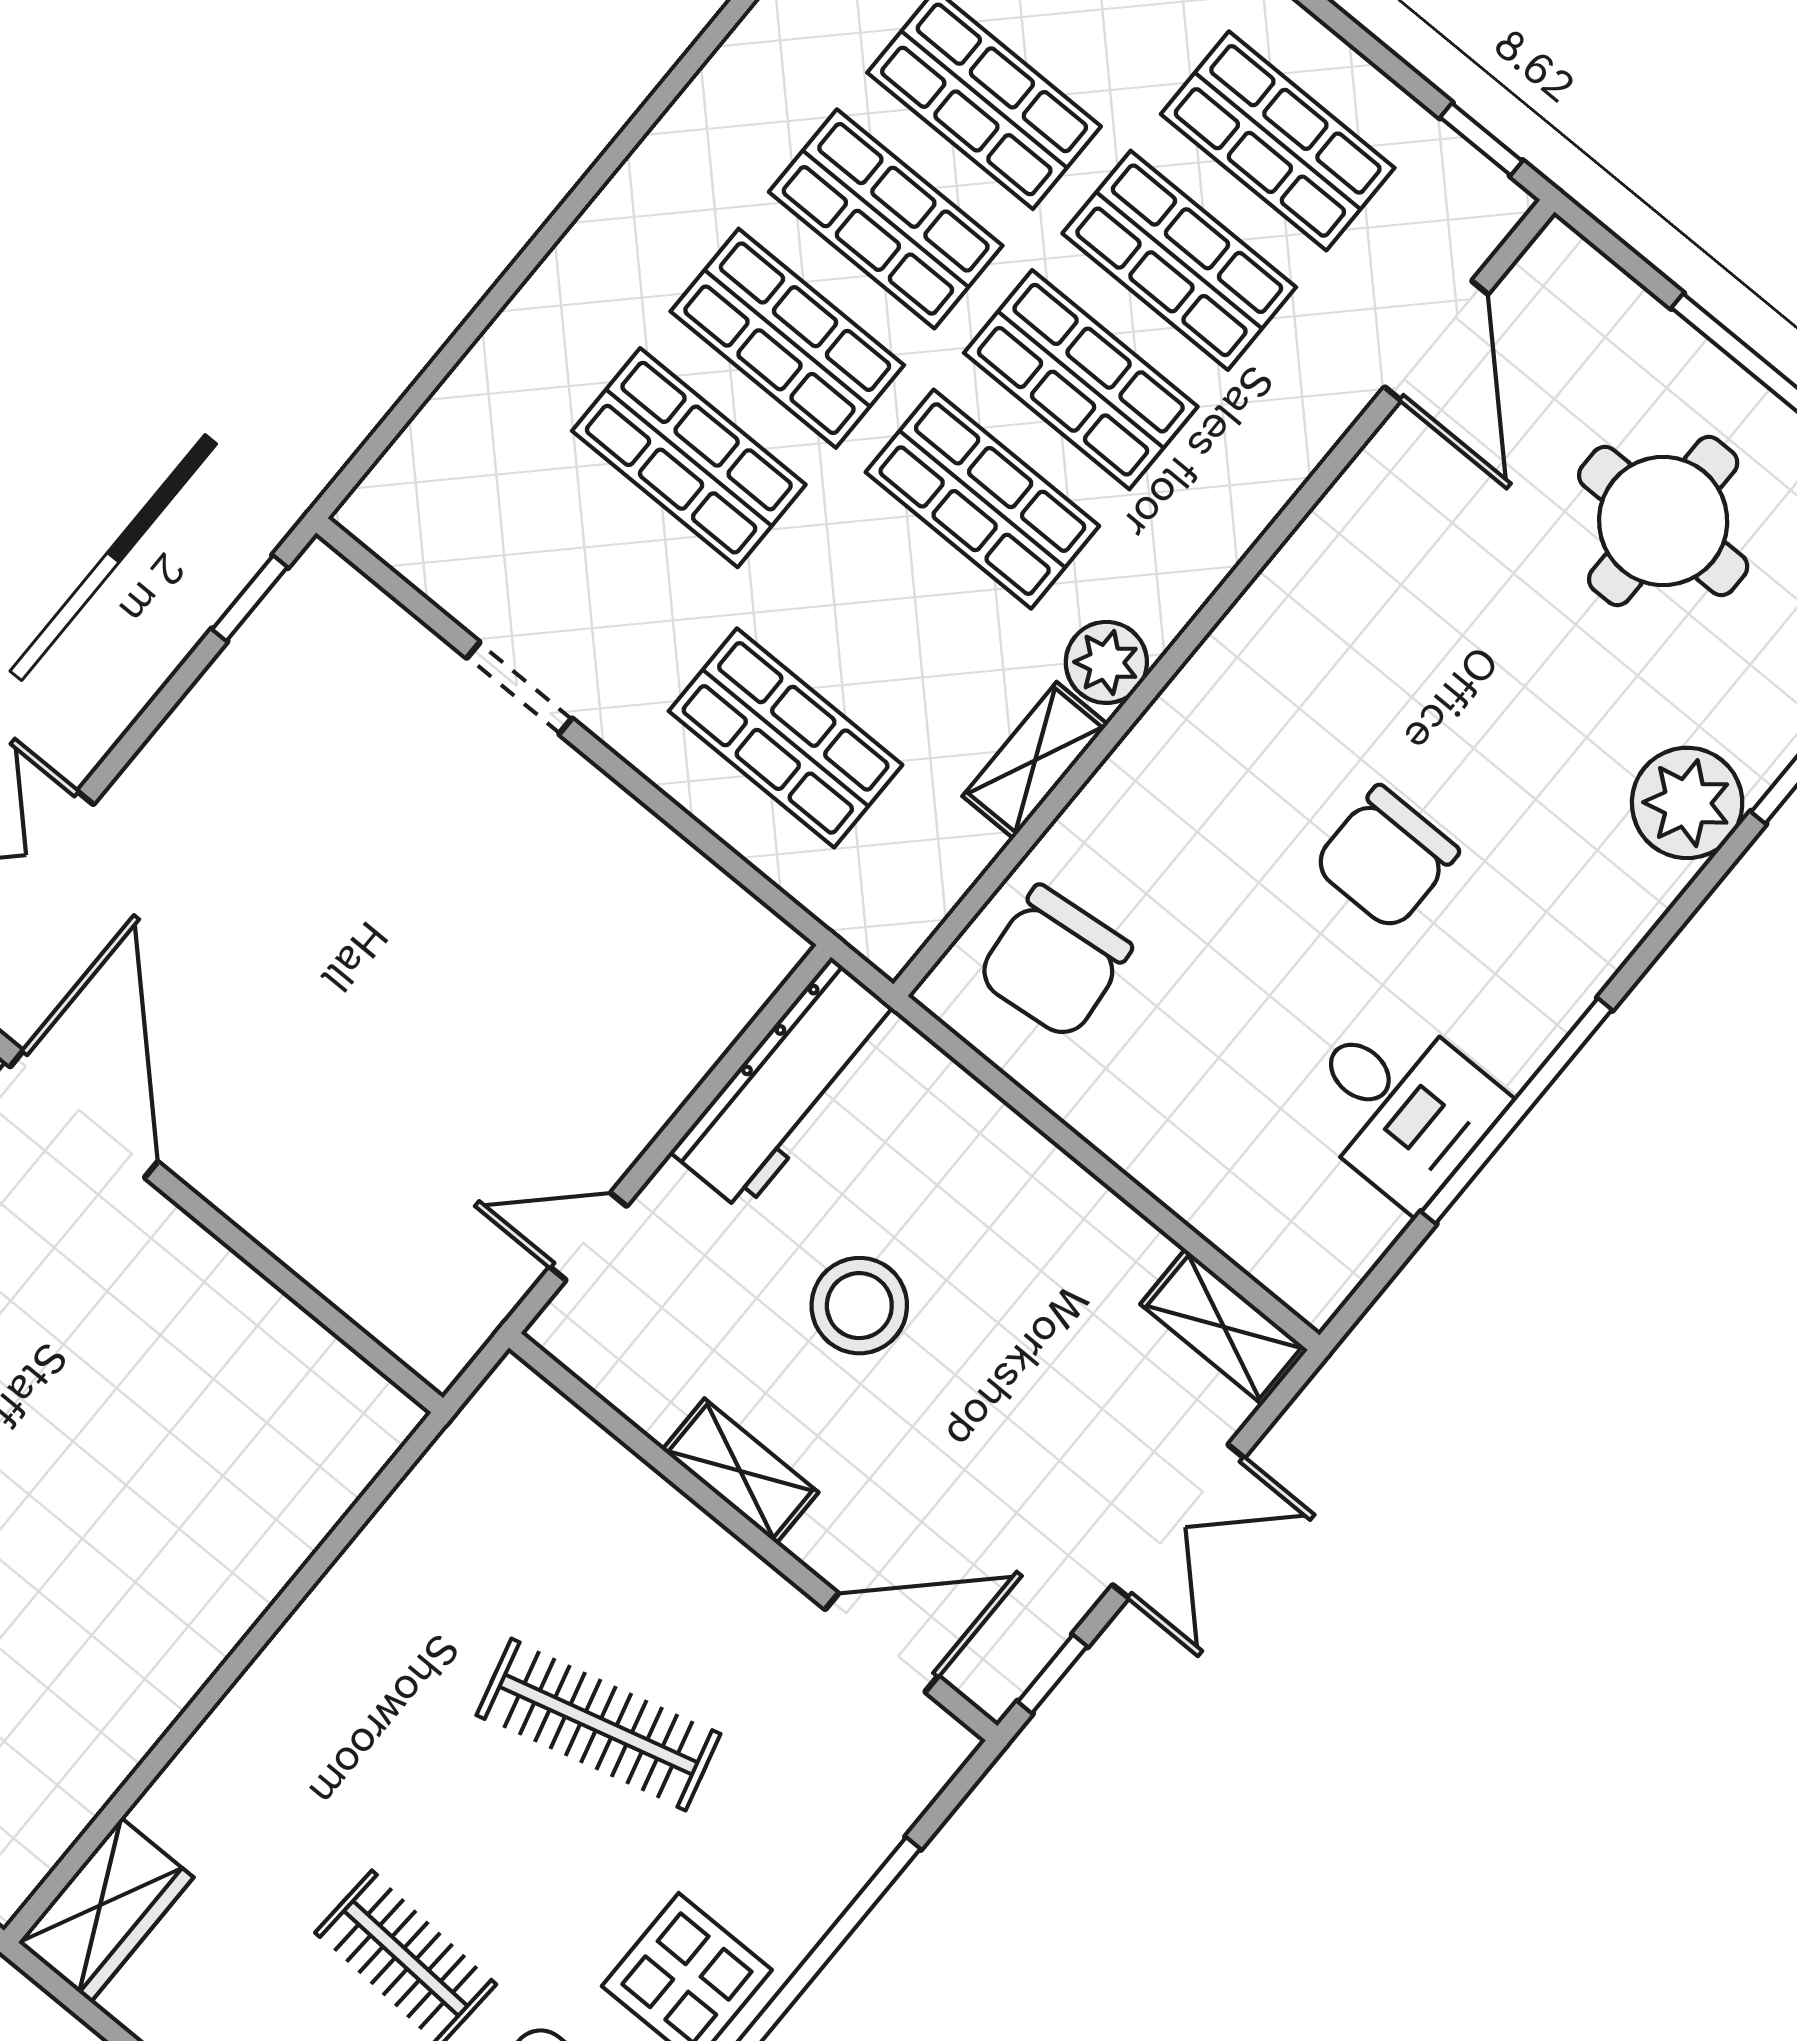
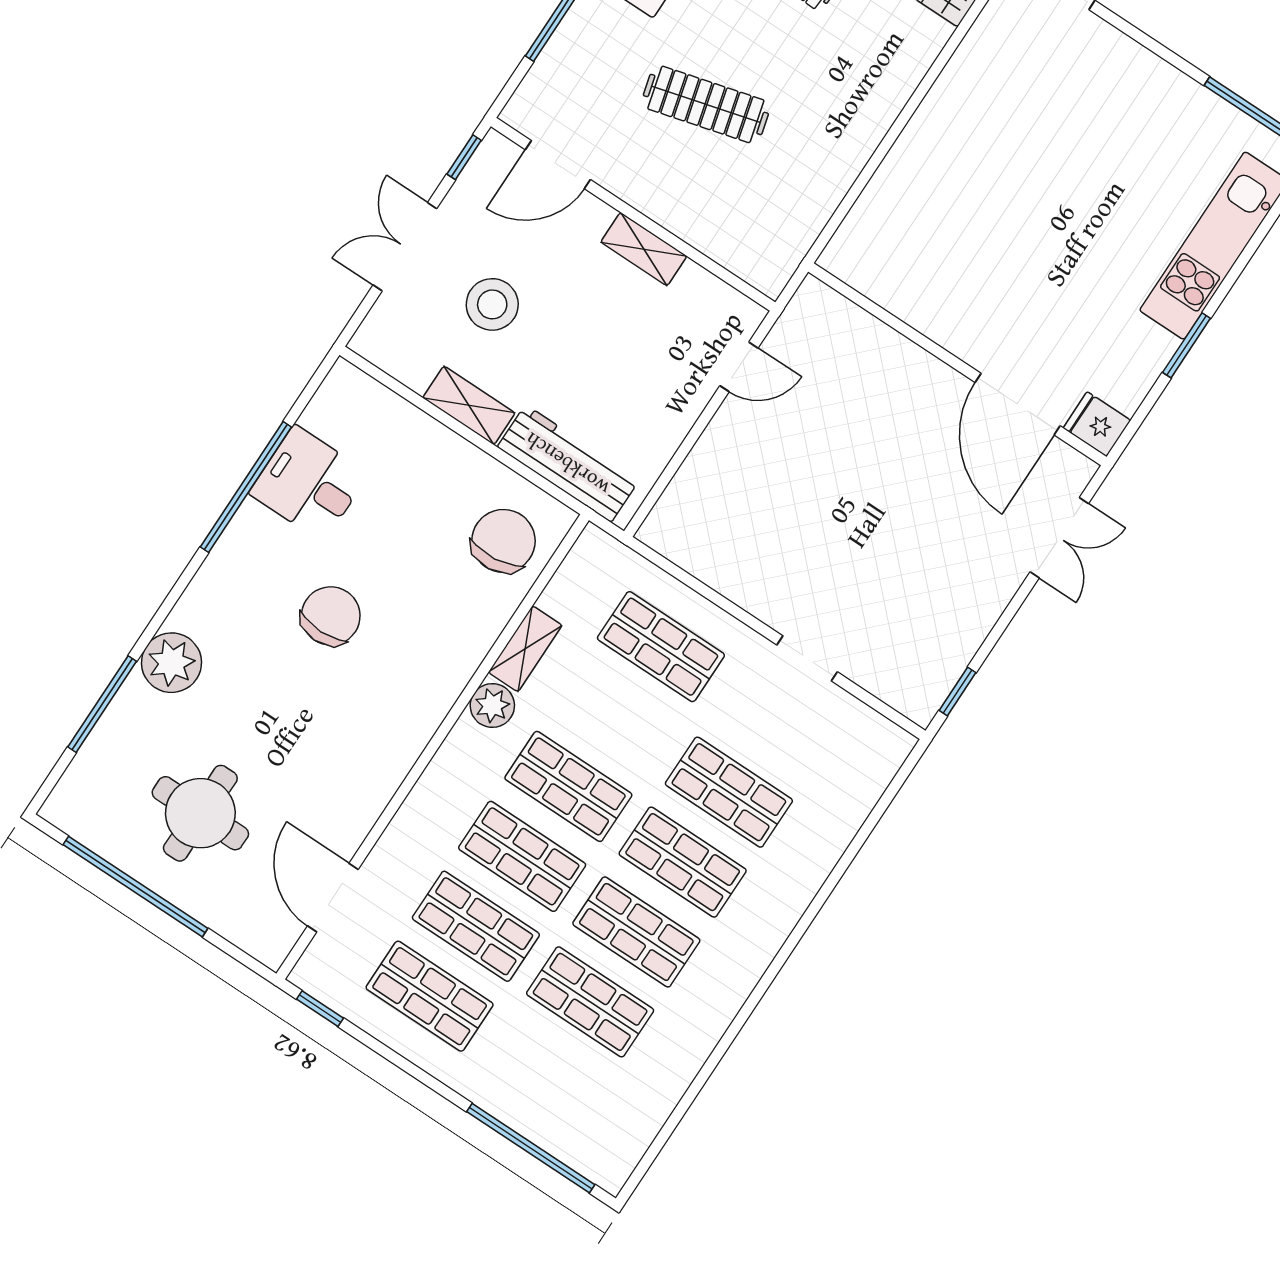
workbench: (787, 1085) -> (568, 463), moved, turned 90
stool: (859, 1306) -> (492, 304), moved
shelving: (1224, 1327) -> (469, 405), moved

